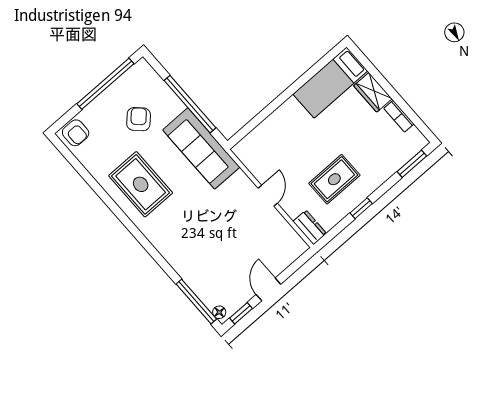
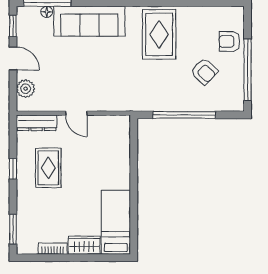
armchair: (76, 133) -> (229, 41), moved
sofa: (201, 148) -> (89, 21), moved, turned 180
rug: (141, 184) -> (159, 34), turned 90
dresser: (310, 227) -> (37, 123), width x1.44
plant: (285, 257) -> (26, 89), added
floor lamp: (219, 312) -> (47, 12), moved

